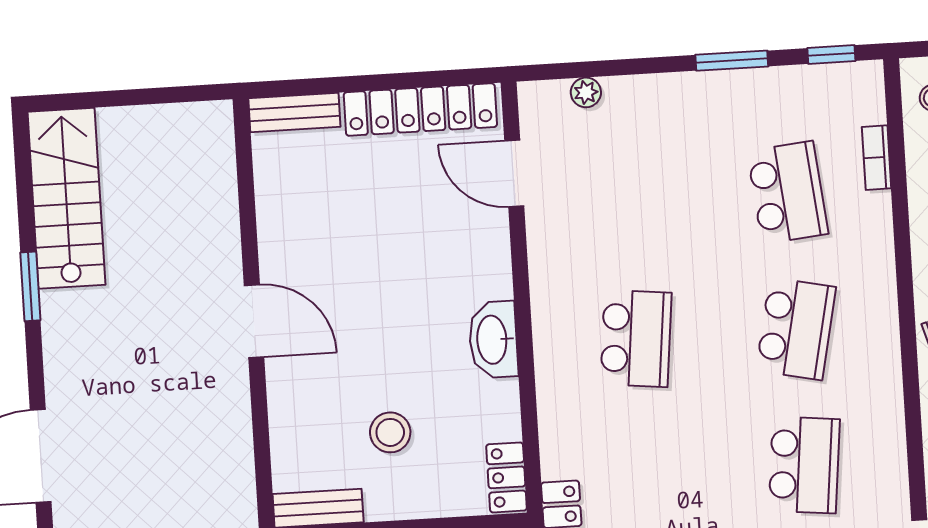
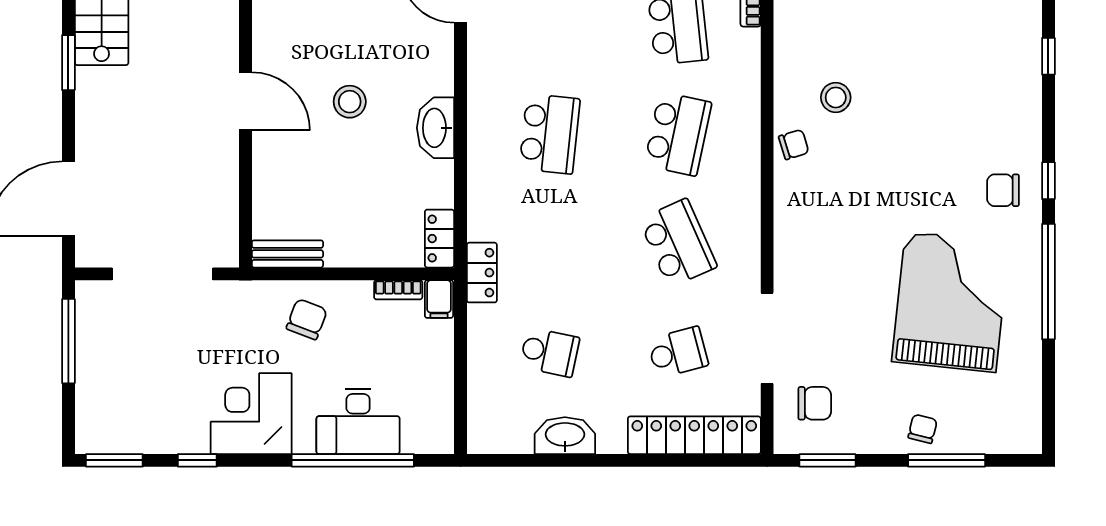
stool: (390, 432) -> (350, 102), moved
school desk: (804, 465) -> (678, 243), turned -30

